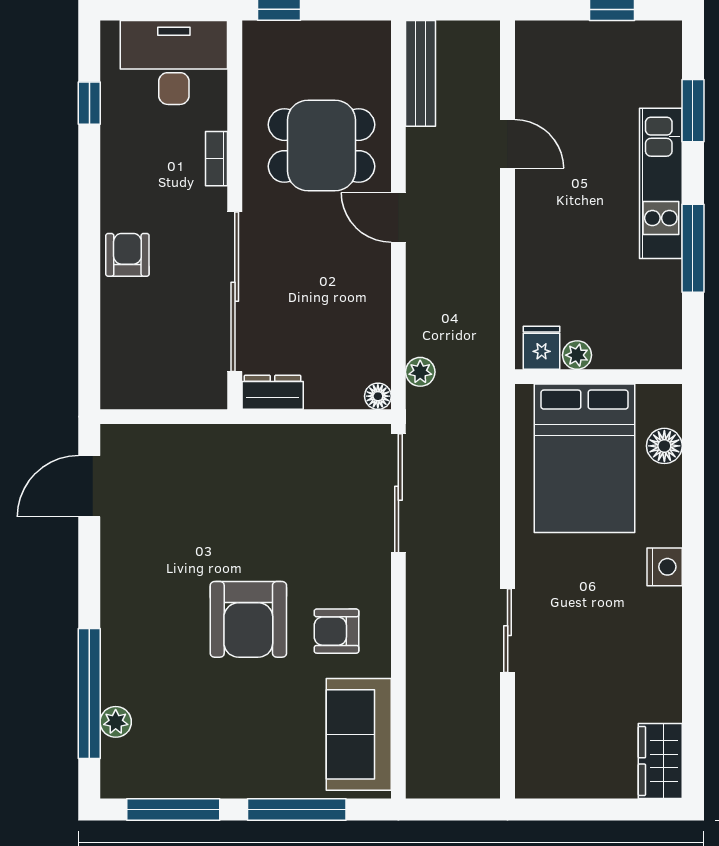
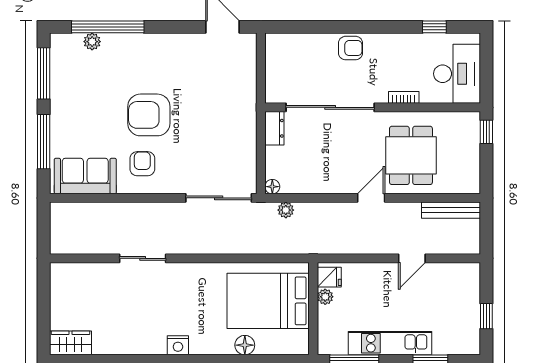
fridge: (542, 348) -> (329, 277), moved
plant: (577, 355) -> (325, 297), moved
wall: (598, 377) -> (313, 309), moved
bed: (584, 458) -> (268, 301), moved

